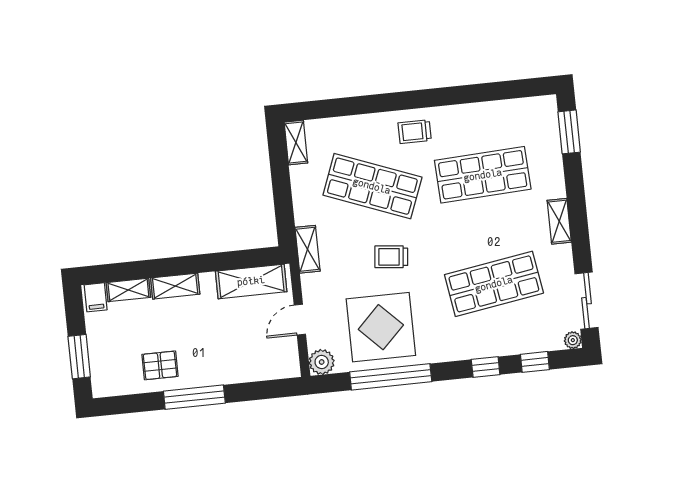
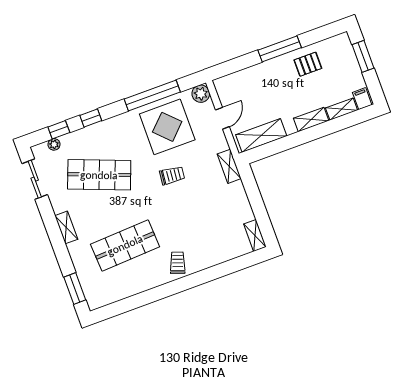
trolley: (415, 132) -> (178, 263), turned -71
shop shelf: (372, 186) -> (197, 219), removed
shop shelf: (494, 284) -> (99, 175), turned 30
plant: (573, 340) -> (54, 144), moved

